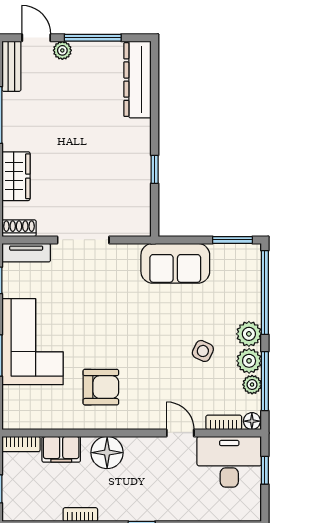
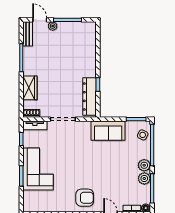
dresser: (138, 80) -> (90, 97), moved
side table: (203, 351) -> (143, 135), moved
plant: (252, 385) -> (146, 190), removed
armchair: (101, 387) -> (85, 198), moved

